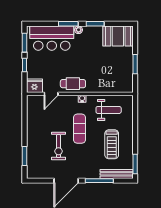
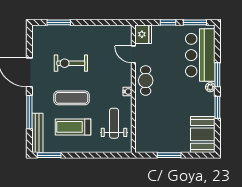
weight bench: (109, 110) -> (114, 123), turned 180
exercise mat: (80, 129) -> (72, 98), moved

